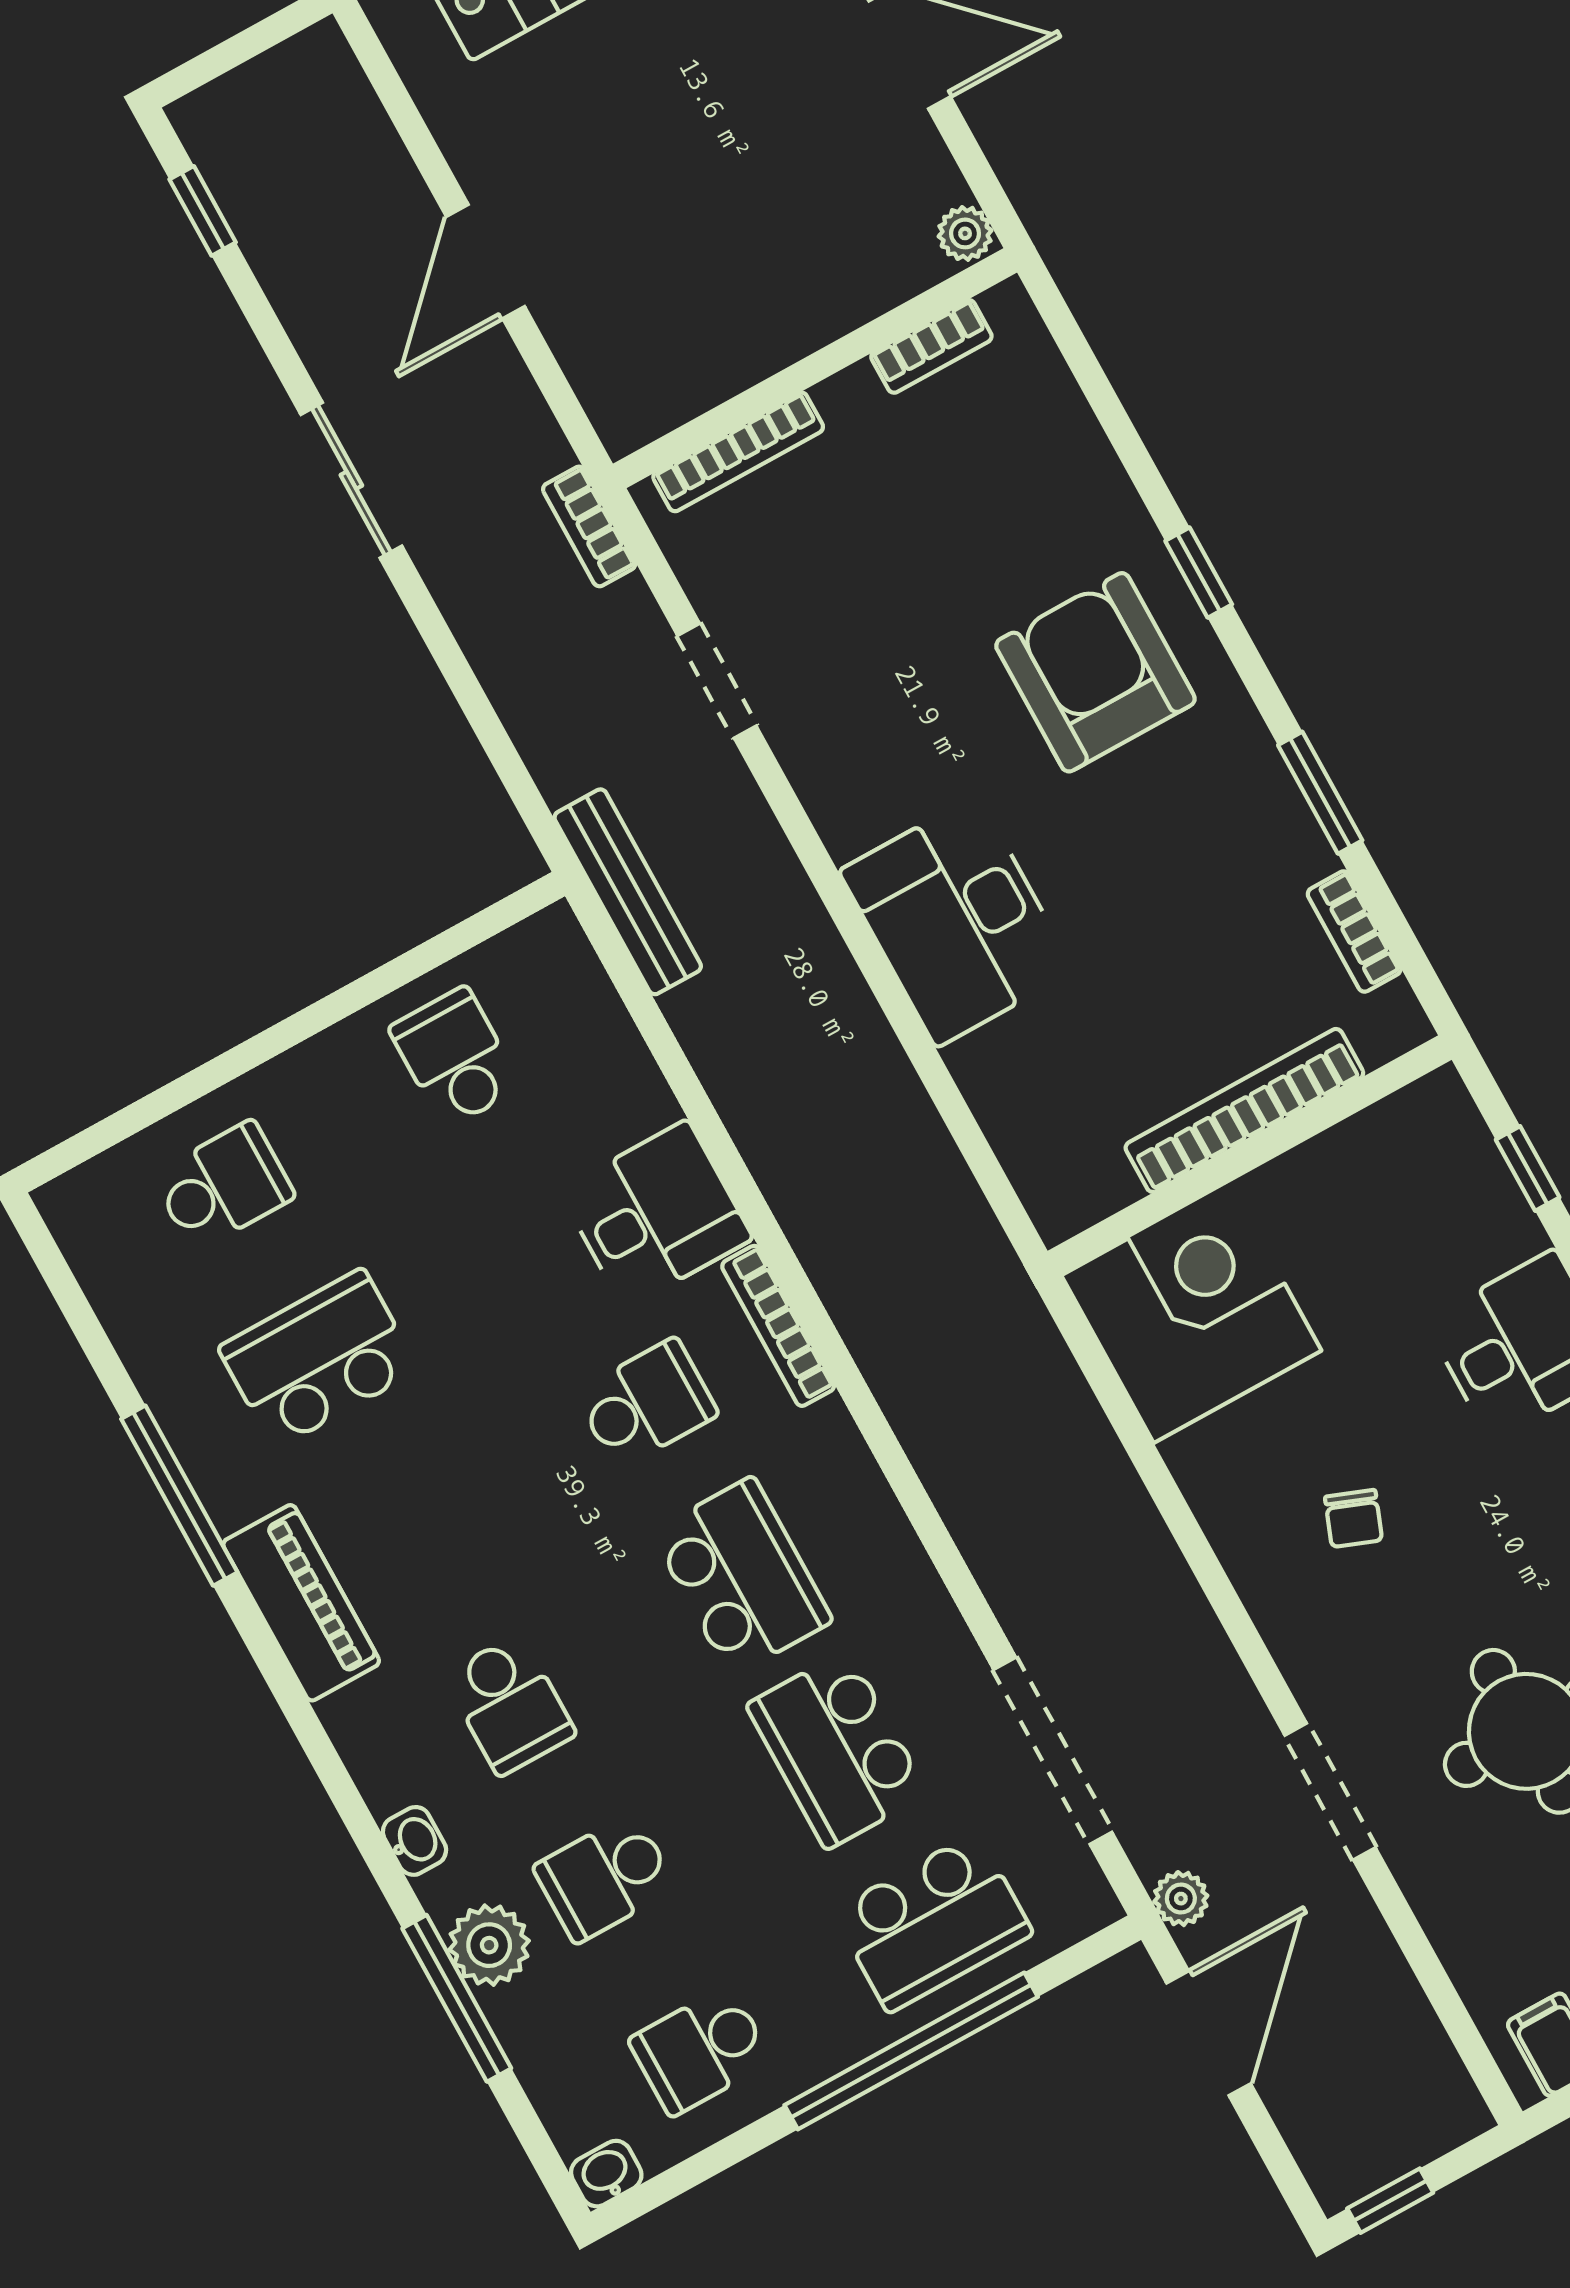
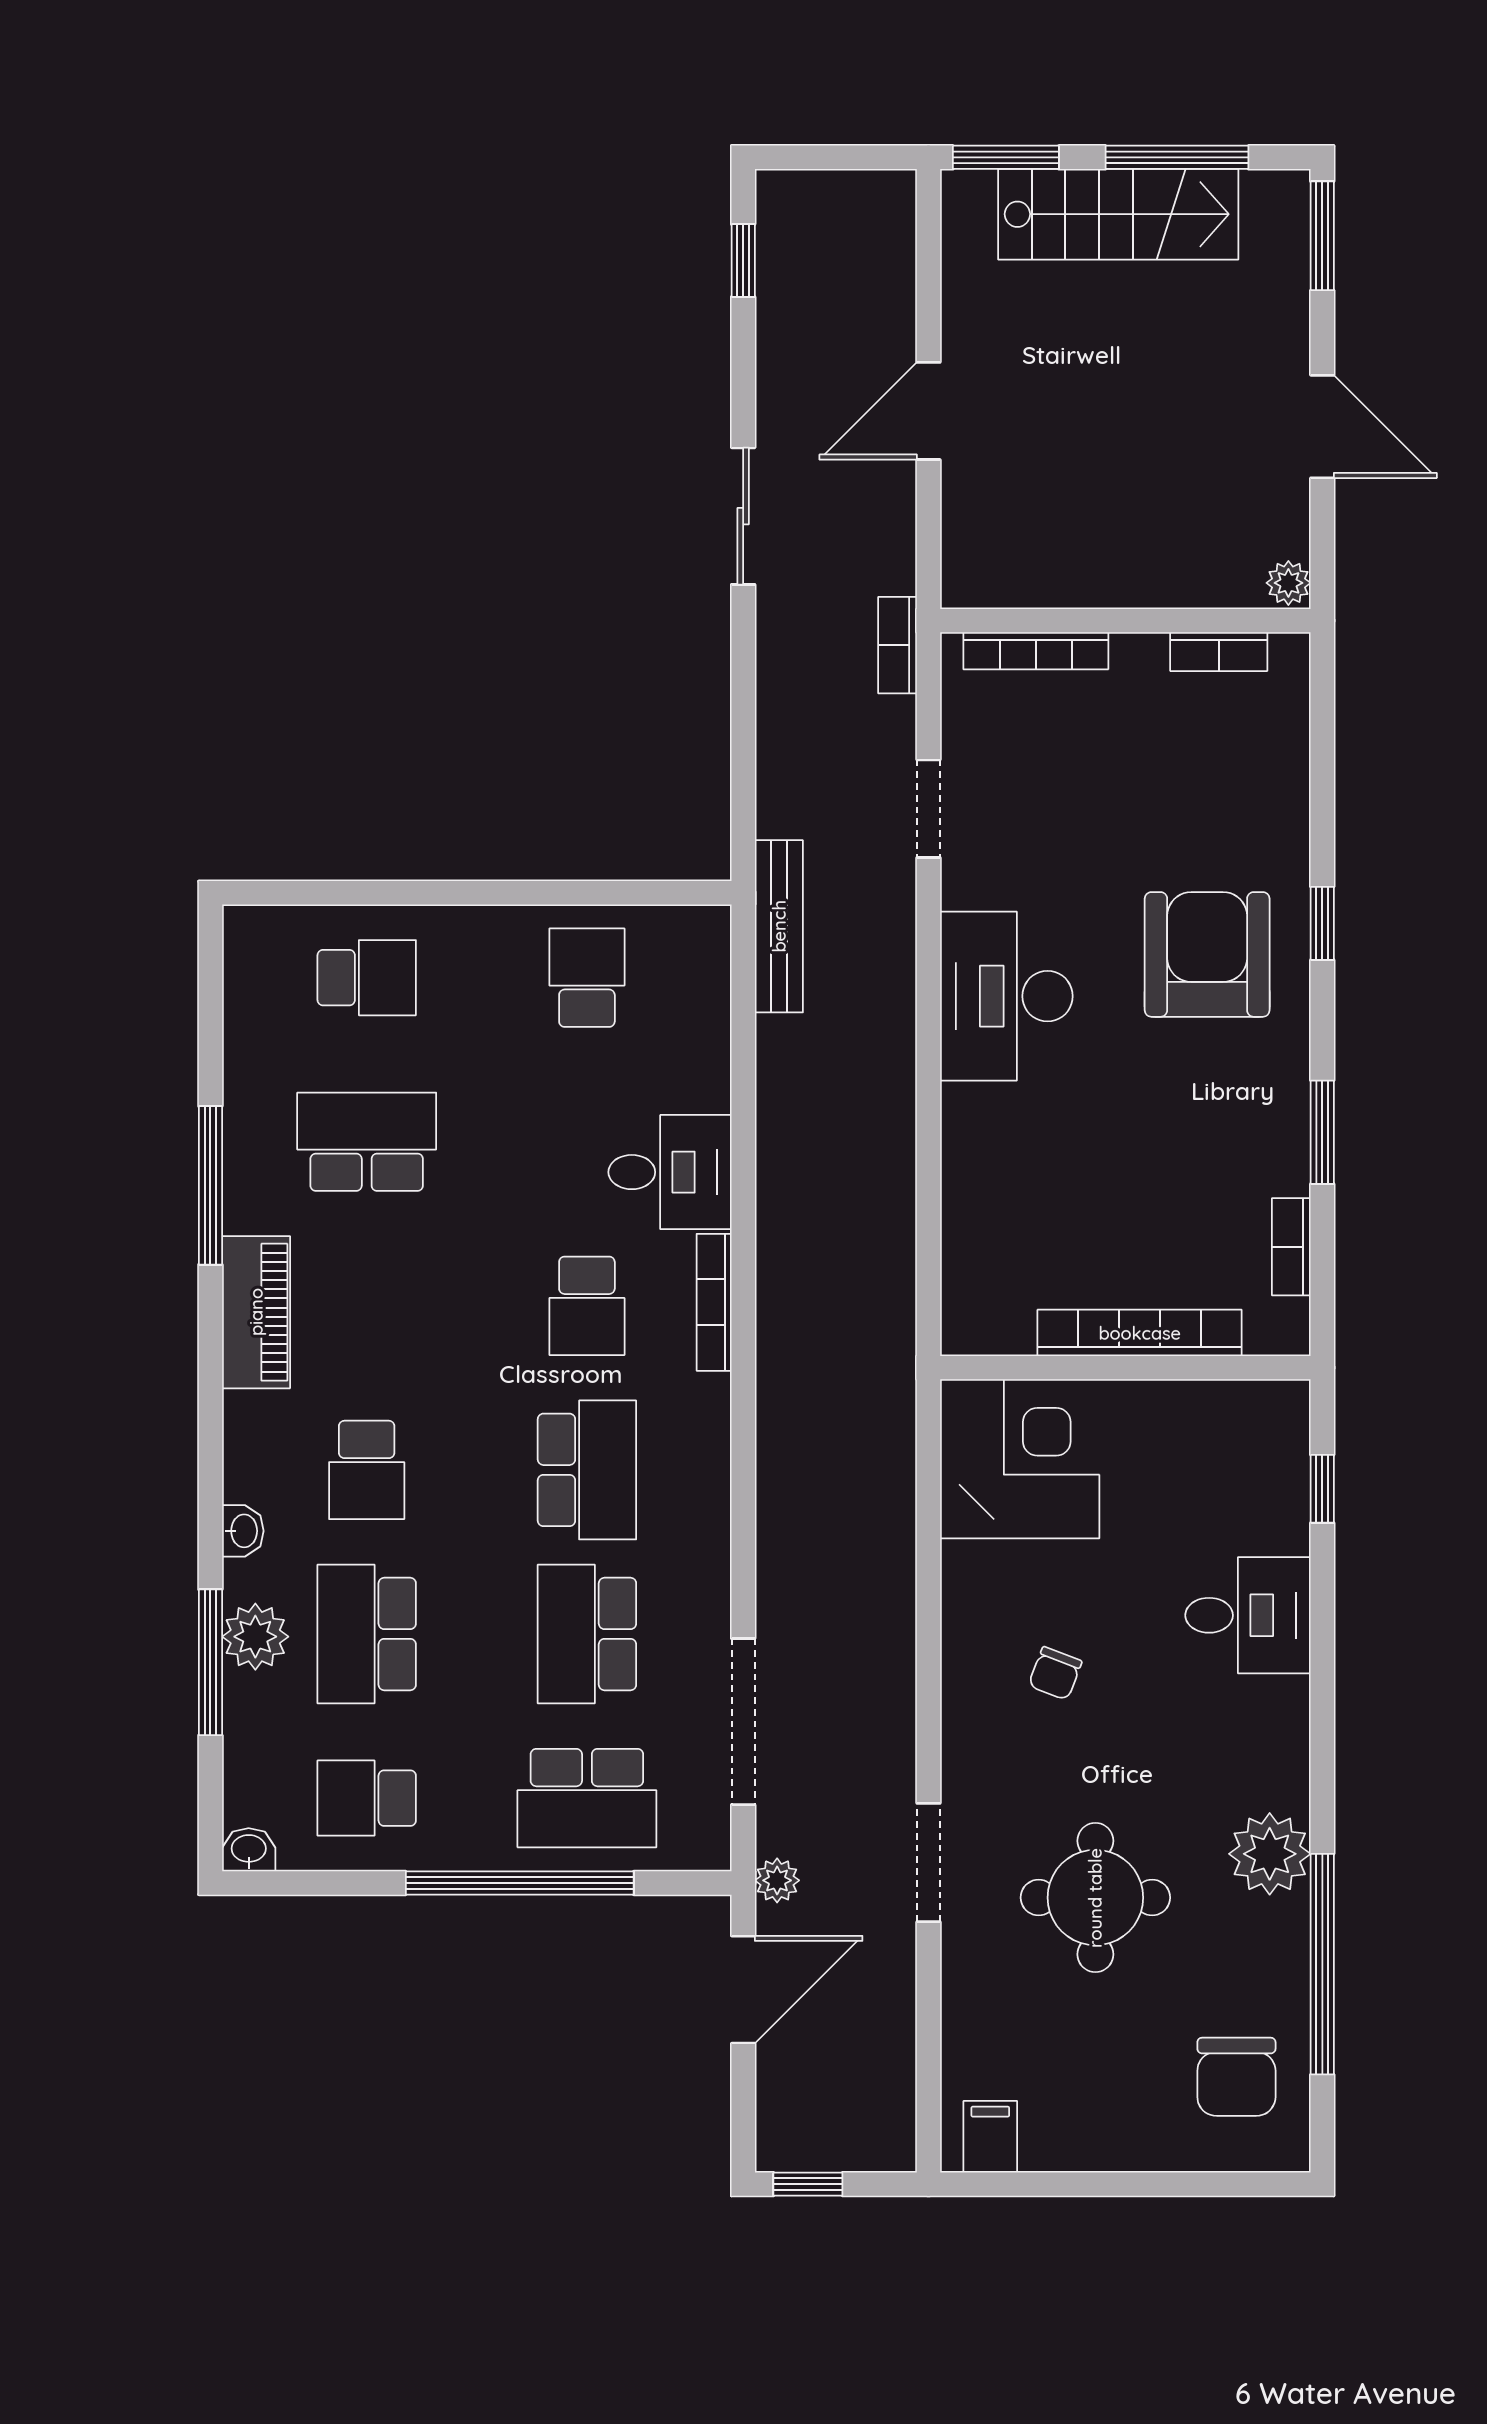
desk: (957, 921) -> (1006, 996), moved
school desk: (646, 1404) -> (587, 1306), turned 90
school desk: (605, 1878) -> (367, 1634), width x1.85

